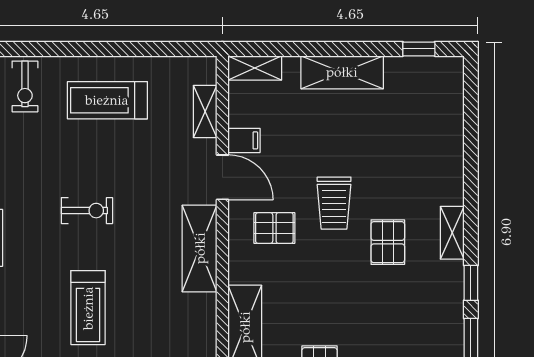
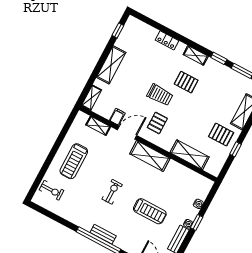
locker: (452, 159) -> (167, 40), added

